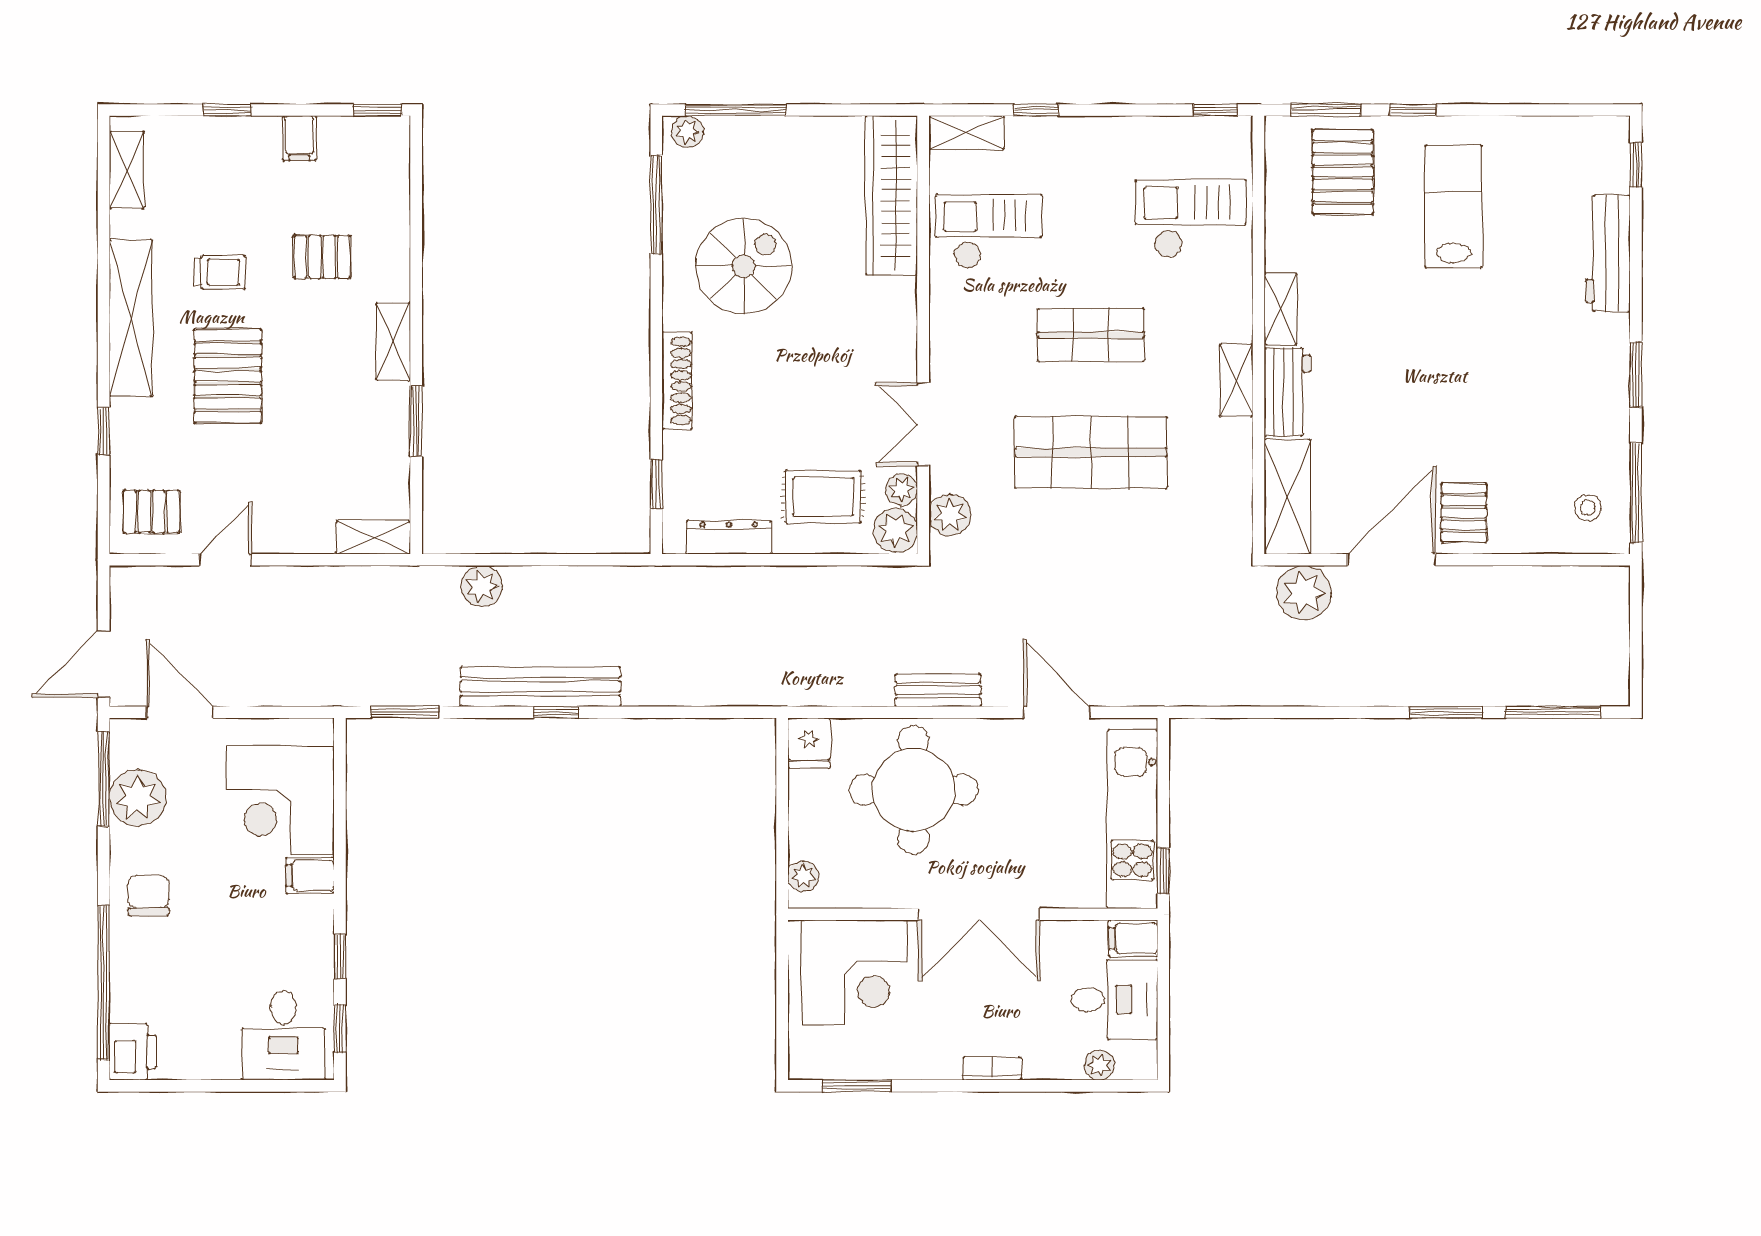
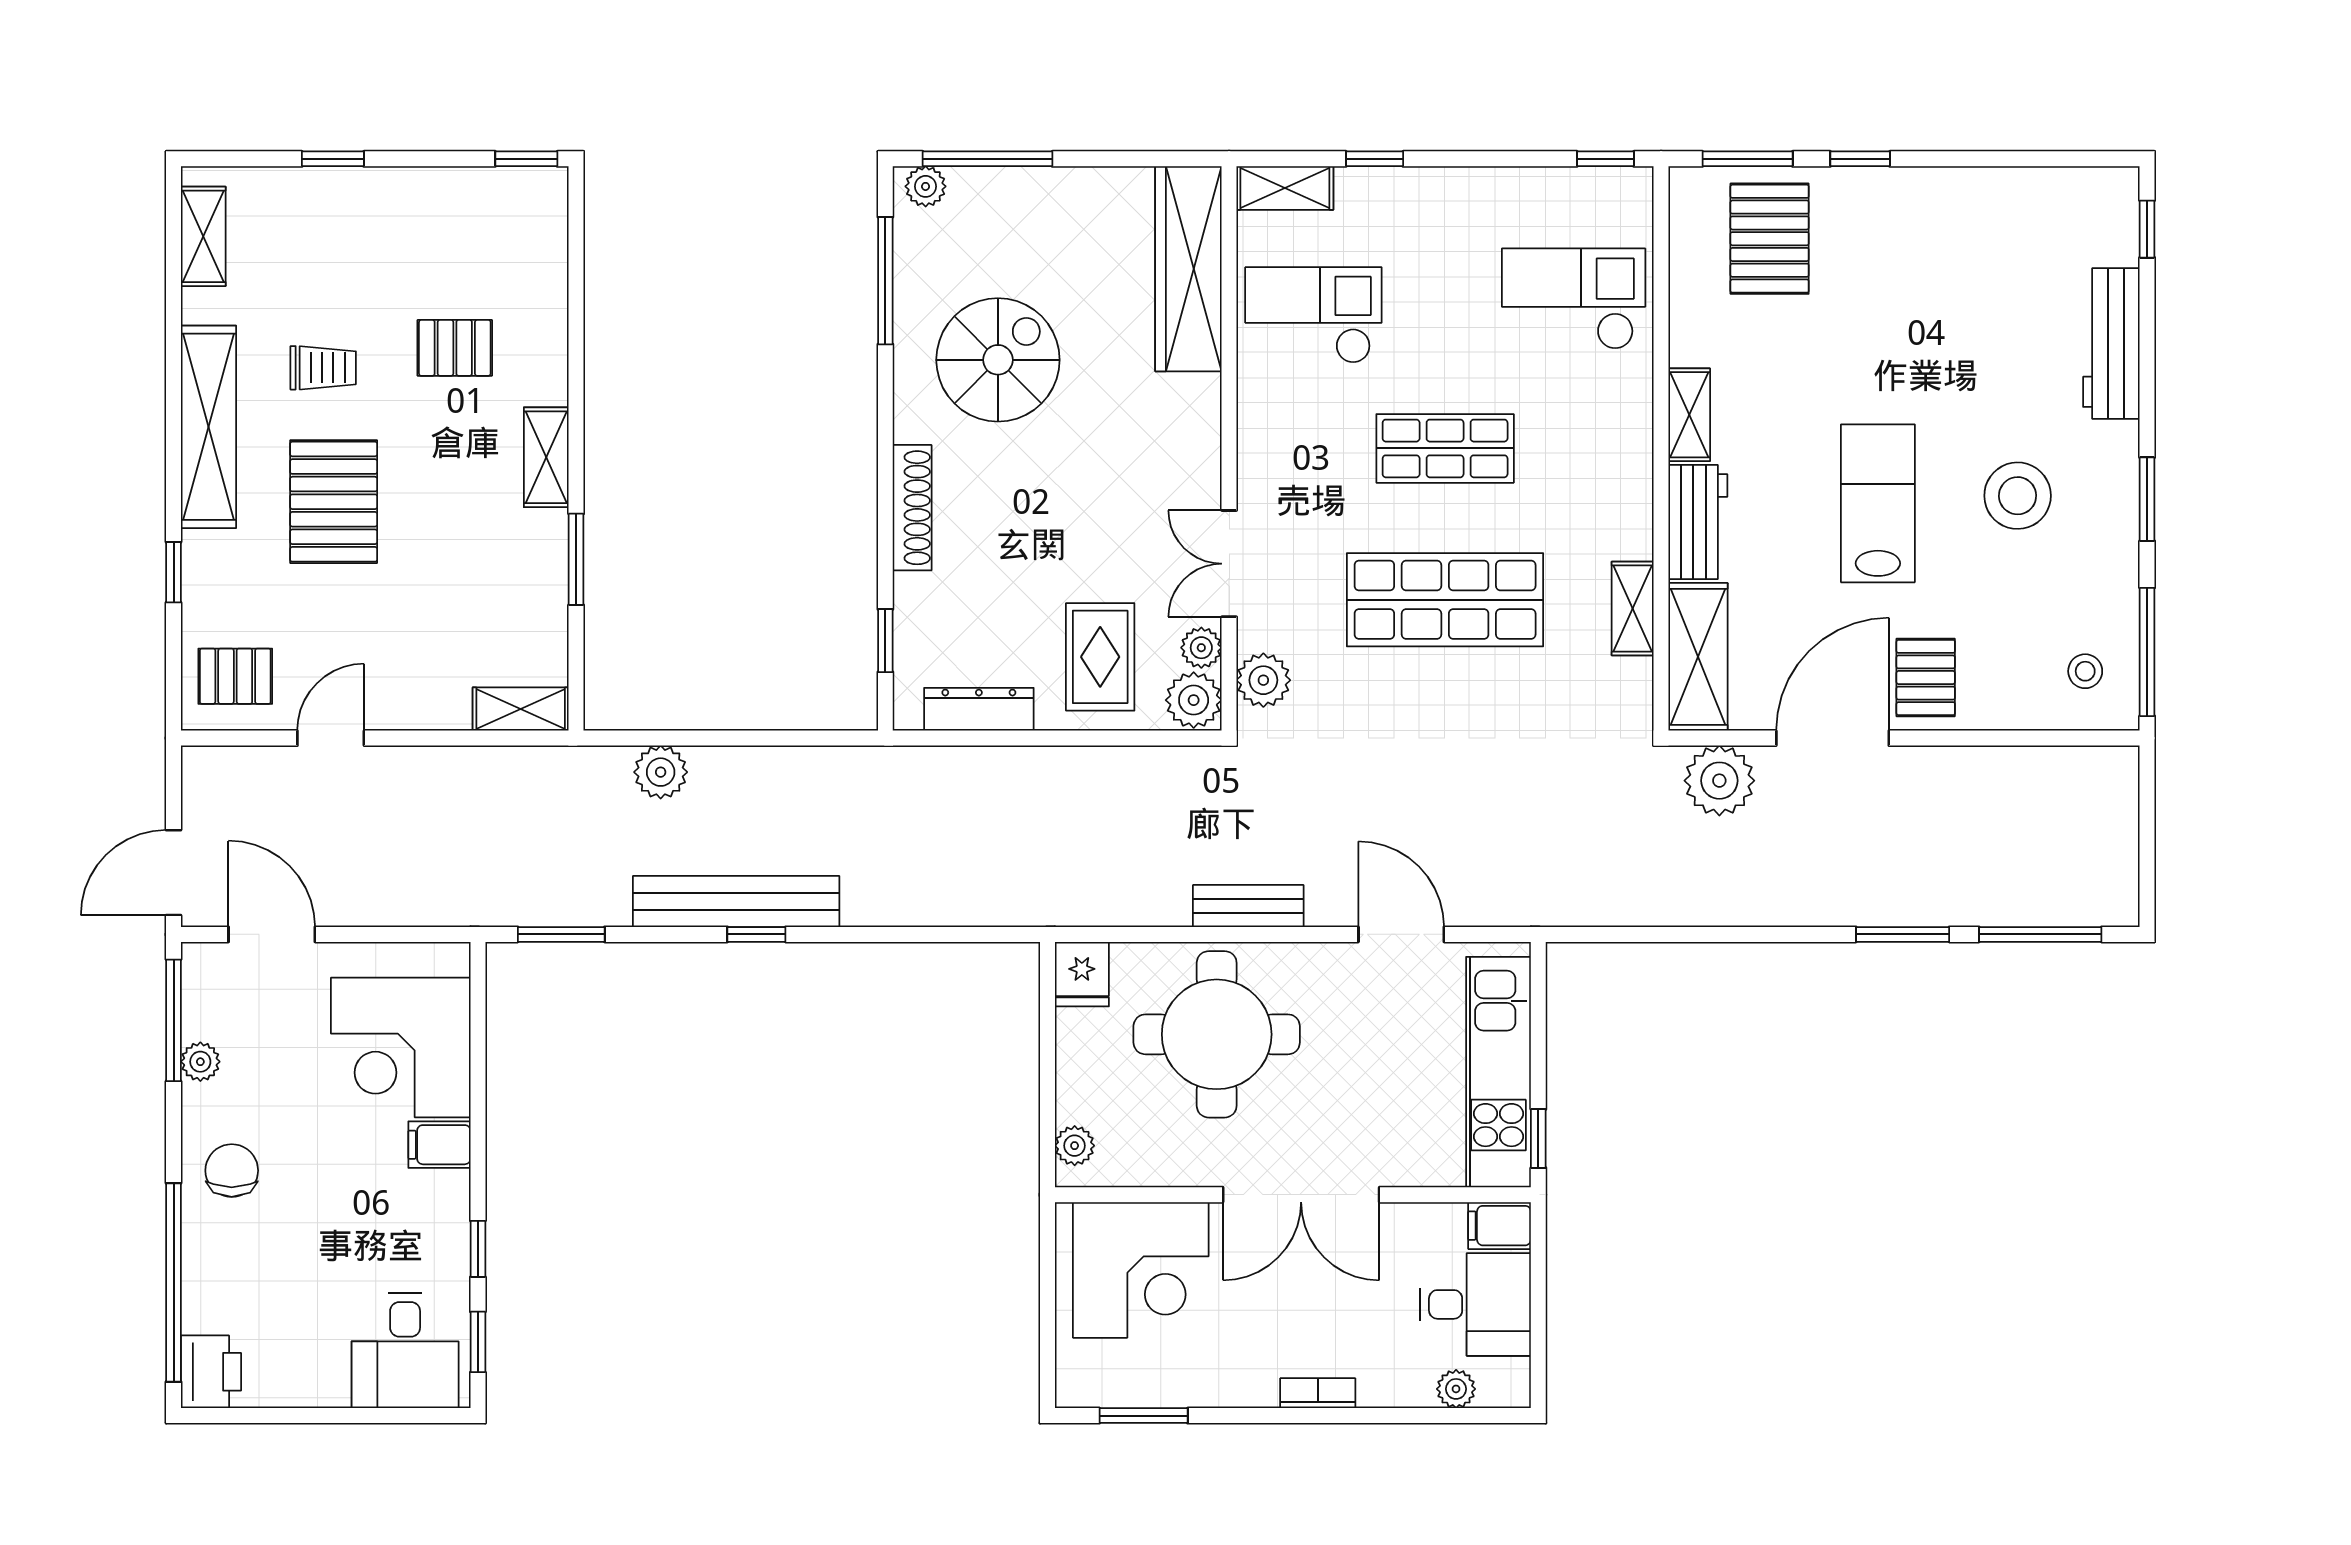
filing cabinet: (299, 138) -> (426, 195), removed
lab bench: (1454, 206) -> (1878, 503), moved
stool: (1535, 372) -> (2018, 496), added
shelving: (1236, 380) -> (1633, 609), moved
rug: (823, 497) -> (1100, 657), turned 90
plant: (138, 798) -> (200, 1062), width x0.53, depth x0.53

